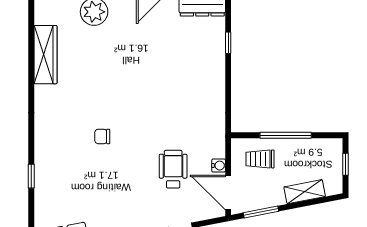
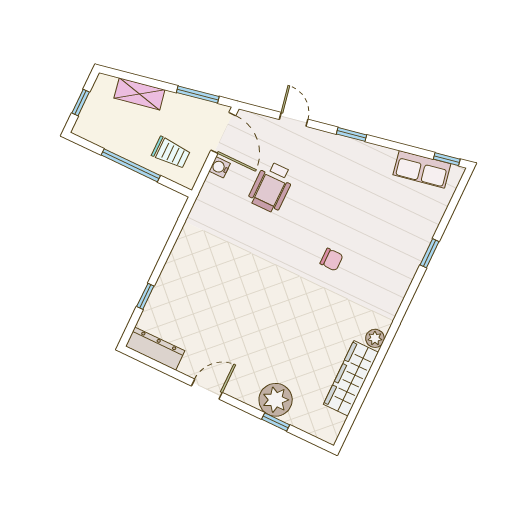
plant: (42, 93) -> (375, 338), added

